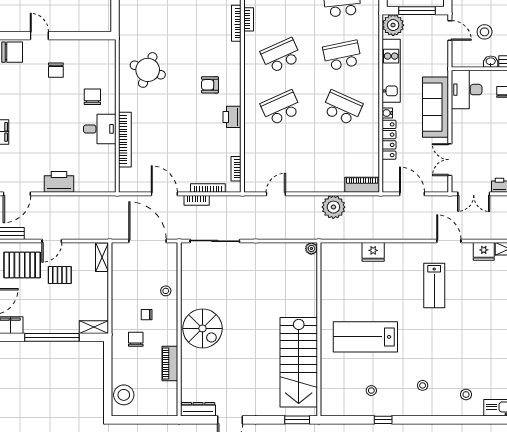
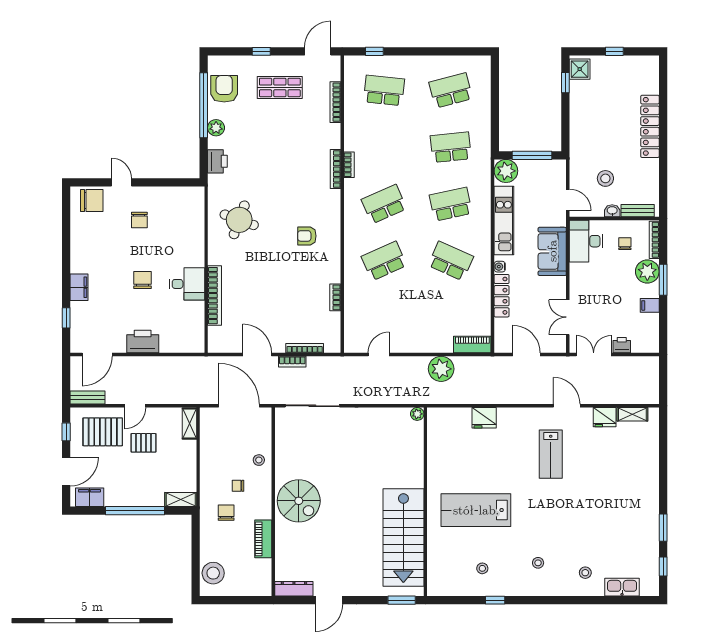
door: (450, 30) -> (568, 200), moved
chair: (92, 97) -> (142, 280), moved
sofa: (436, 107) -> (552, 251), width x0.73
printer: (232, 117) -> (217, 161), moved, turned 180
bookcase: (236, 169) -> (335, 297), moved
double door: (474, 194) -> (594, 355), swing flipped

